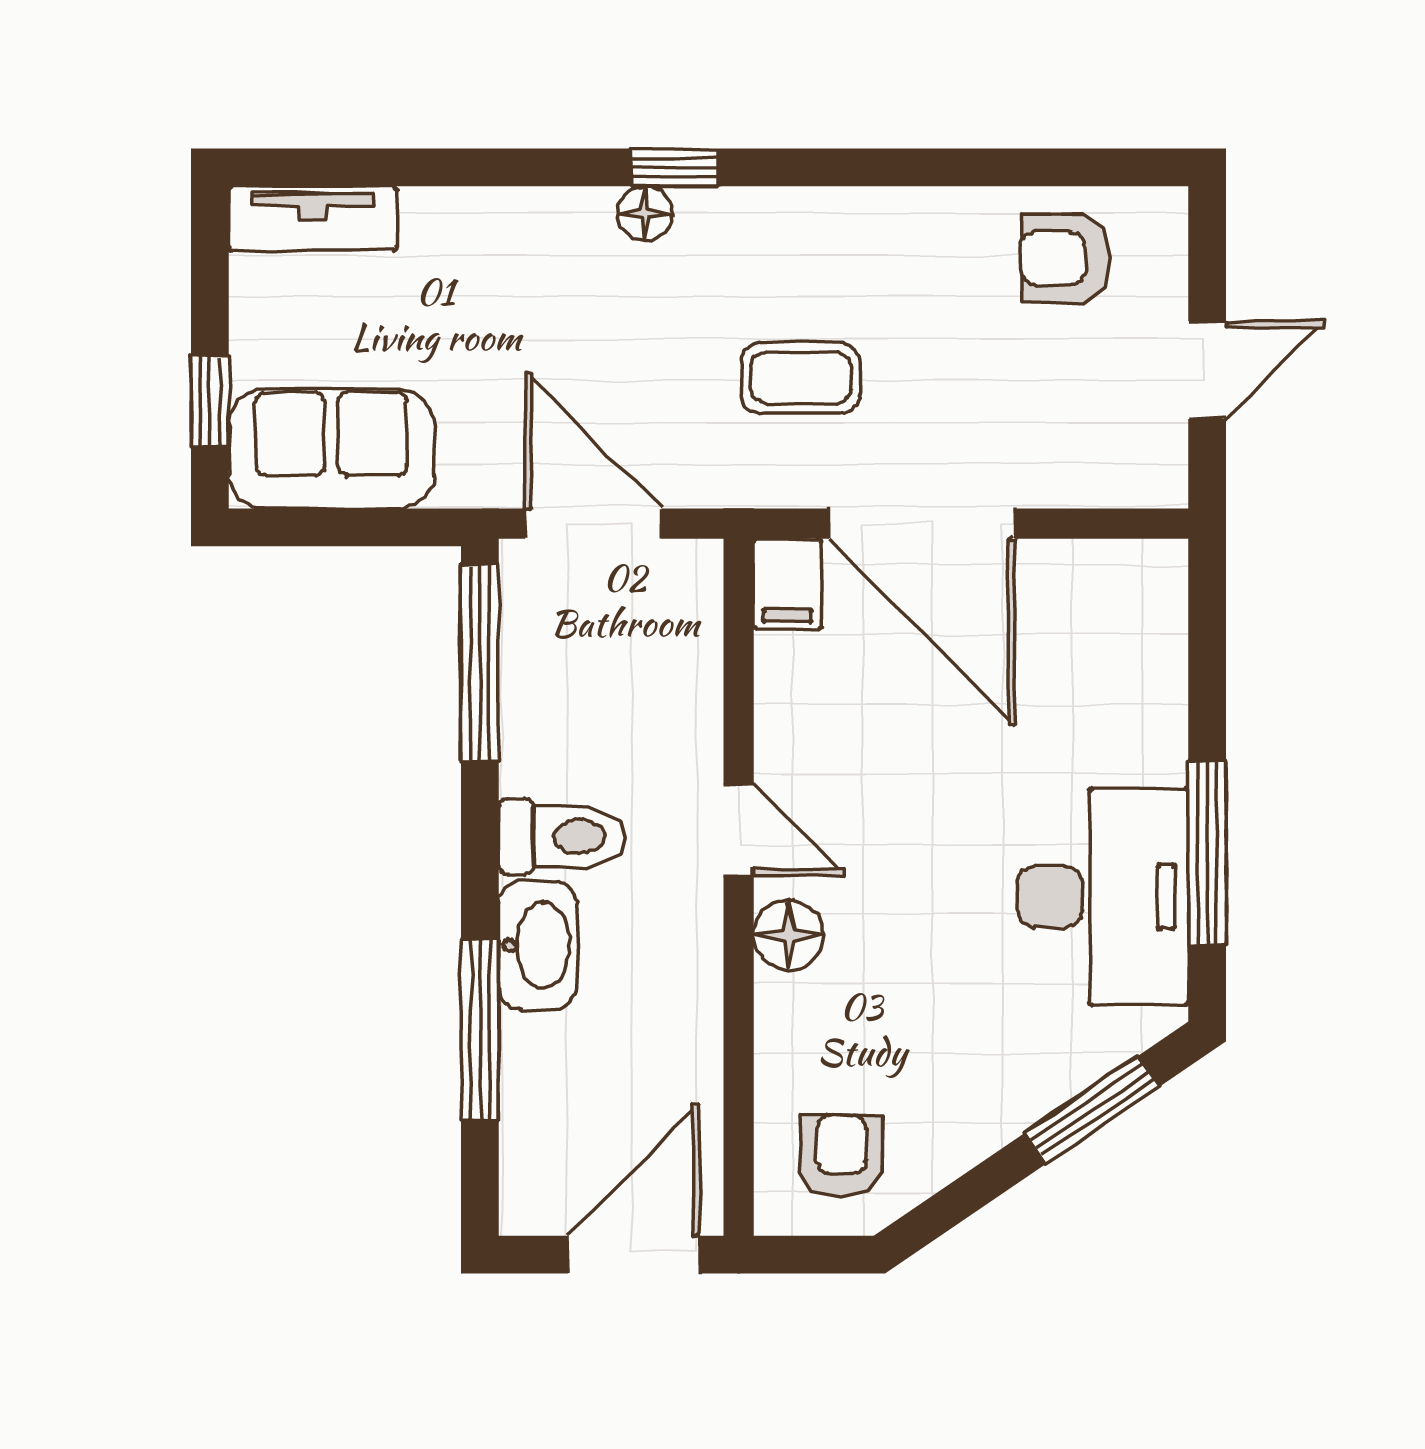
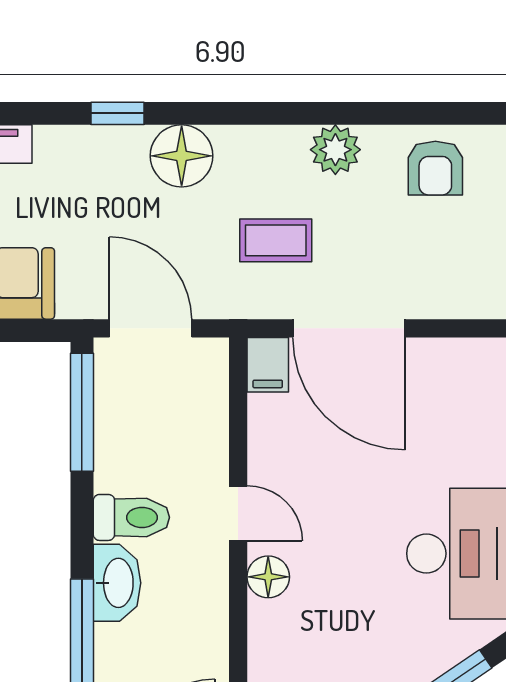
window: (675, 167) -> (118, 113), moved
floor lamp: (645, 214) -> (182, 156), width x1.89, depth x1.89
plant: (900, 228) -> (335, 150), added
armchair: (1065, 258) -> (435, 168), turned -90

